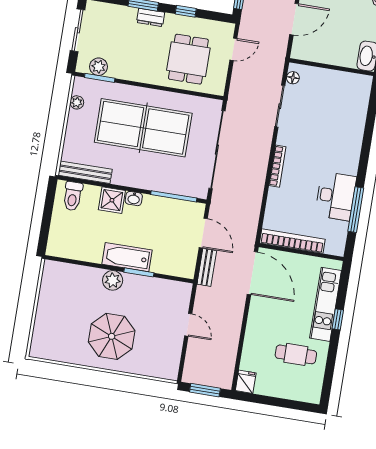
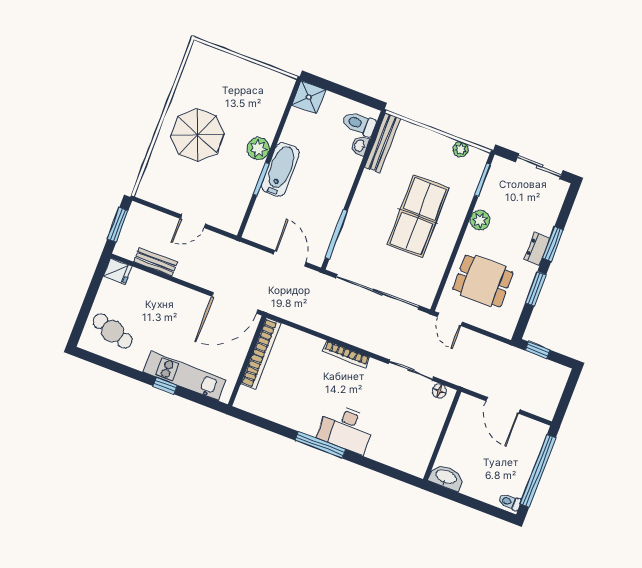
window: (186, 11) -> (536, 289), width x1.50
door: (233, 49) -> (450, 319), moved
plant: (99, 67) -> (480, 220), moved
table tennis table: (143, 128) -> (418, 216), width x0.73, depth x0.76
desk: (336, 196) -> (346, 428), moved
washbasin: (134, 199) -> (360, 146), moved
shower: (112, 200) -> (309, 97), moved
window: (356, 210) -> (320, 445), moved
door: (203, 233) -> (290, 258), swing flipped
bench: (207, 267) -> (156, 262), moved
cafe table: (296, 354) -> (113, 331), moved, turned -72

